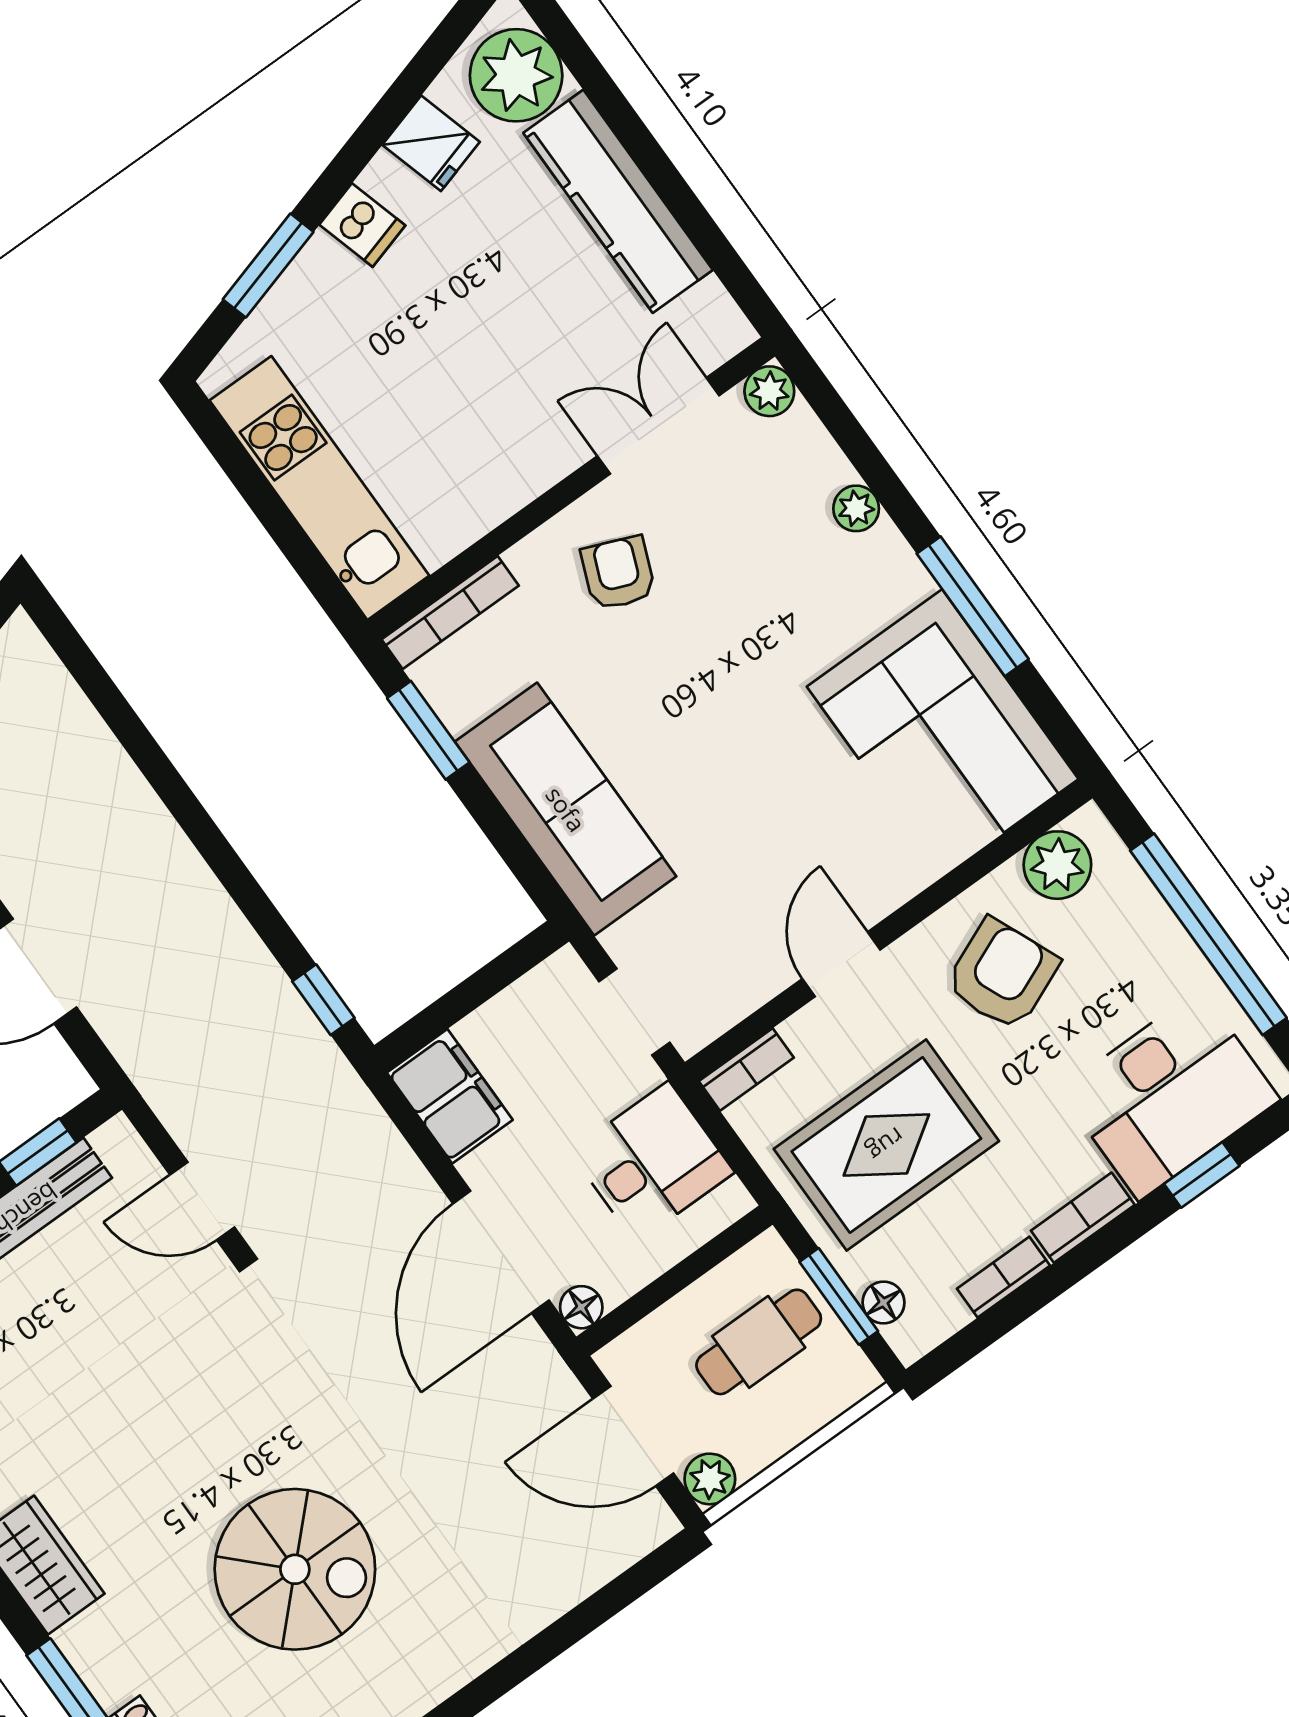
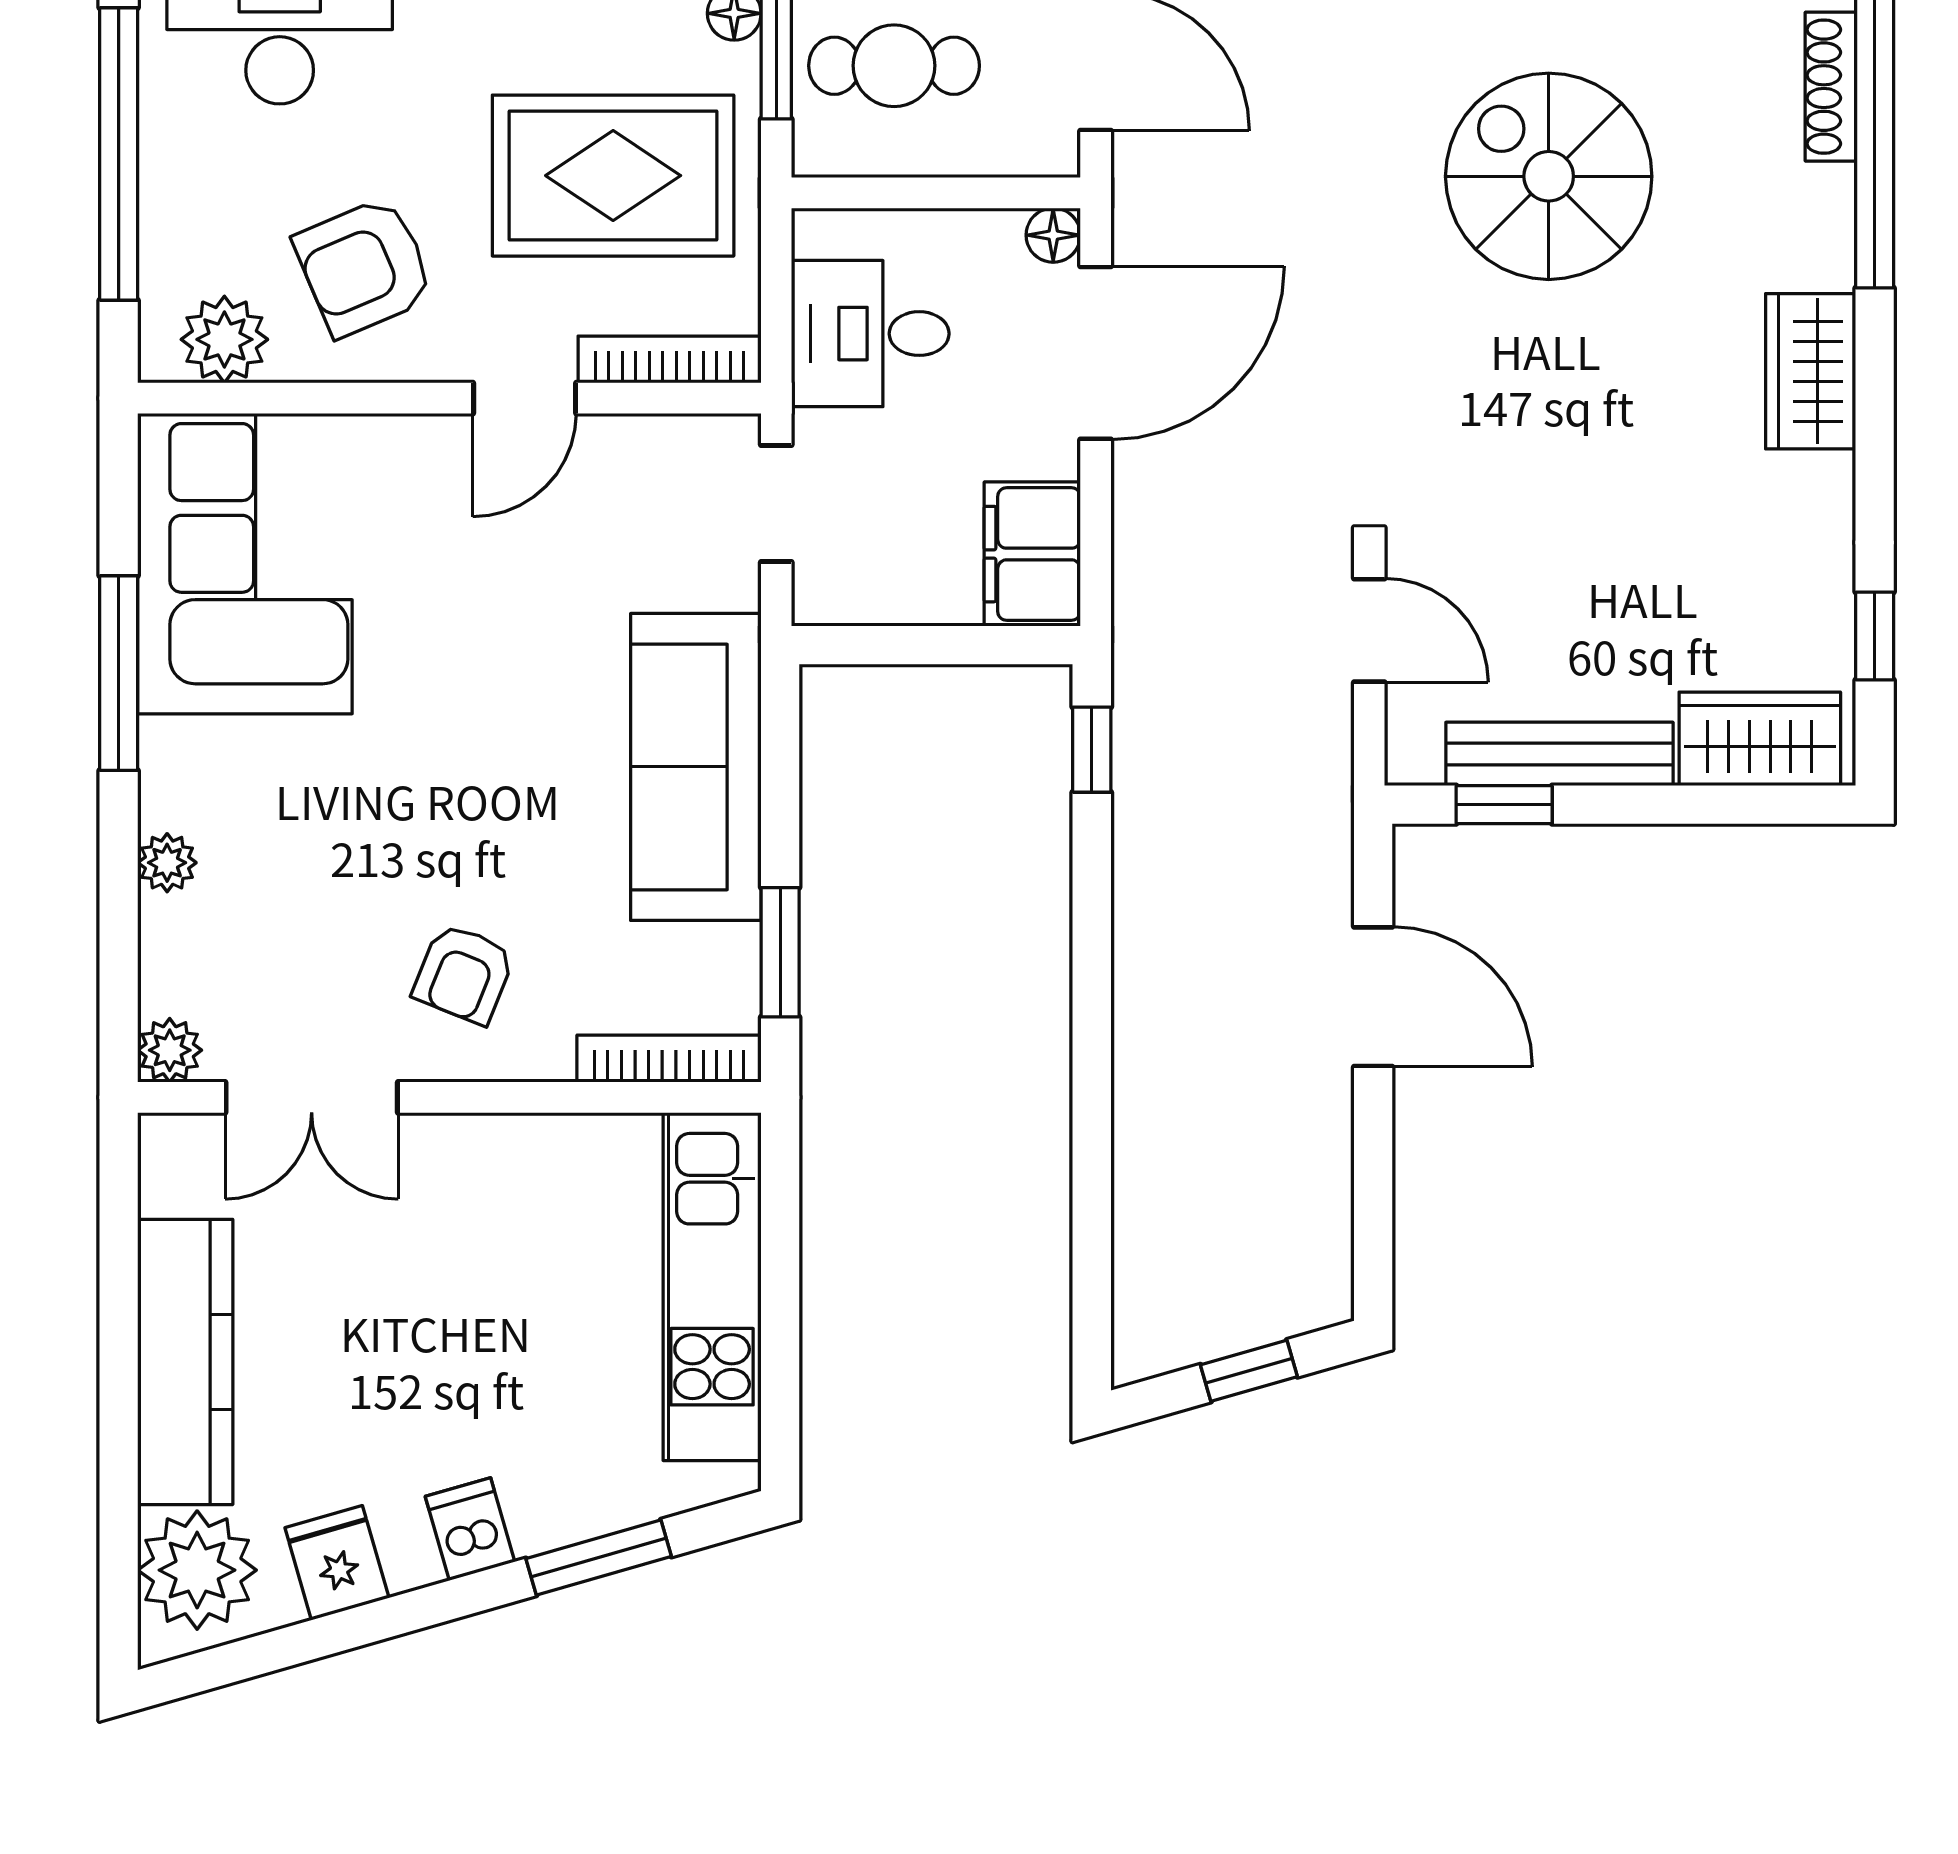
bookcase: (746, 1069) -> (670, 359), width x1.56

